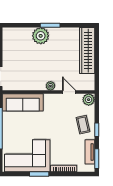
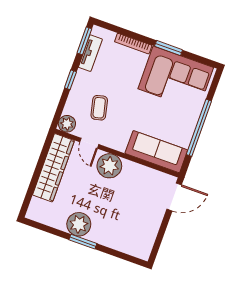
plant: (41, 36) -> (79, 224), moved
wardrobe: (87, 51) -> (53, 168), moved
plant: (50, 86) -> (109, 166), width x1.88, depth x1.88
coffee table: (83, 125) -> (99, 108), moved

